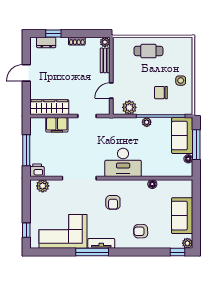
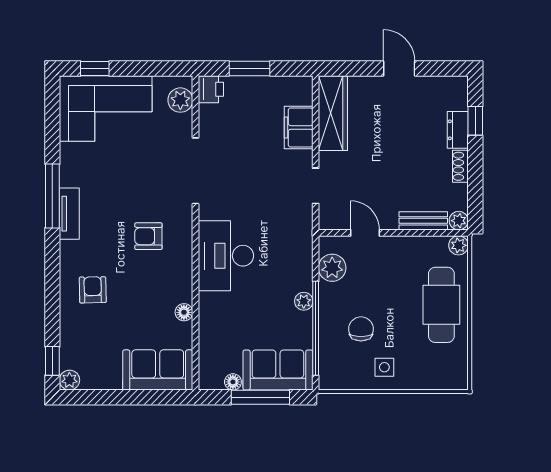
plant: (118, 42) -> (459, 245), added
dresser: (46, 43) -> (458, 130), moved
cafe table: (148, 51) -> (441, 305), width x1.37, depth x1.35
window: (26, 150) -> (250, 68), width x0.69
sofa: (182, 216) -> (158, 370), moved
corner sofa: (63, 231) -> (106, 109), moved, turned 90

